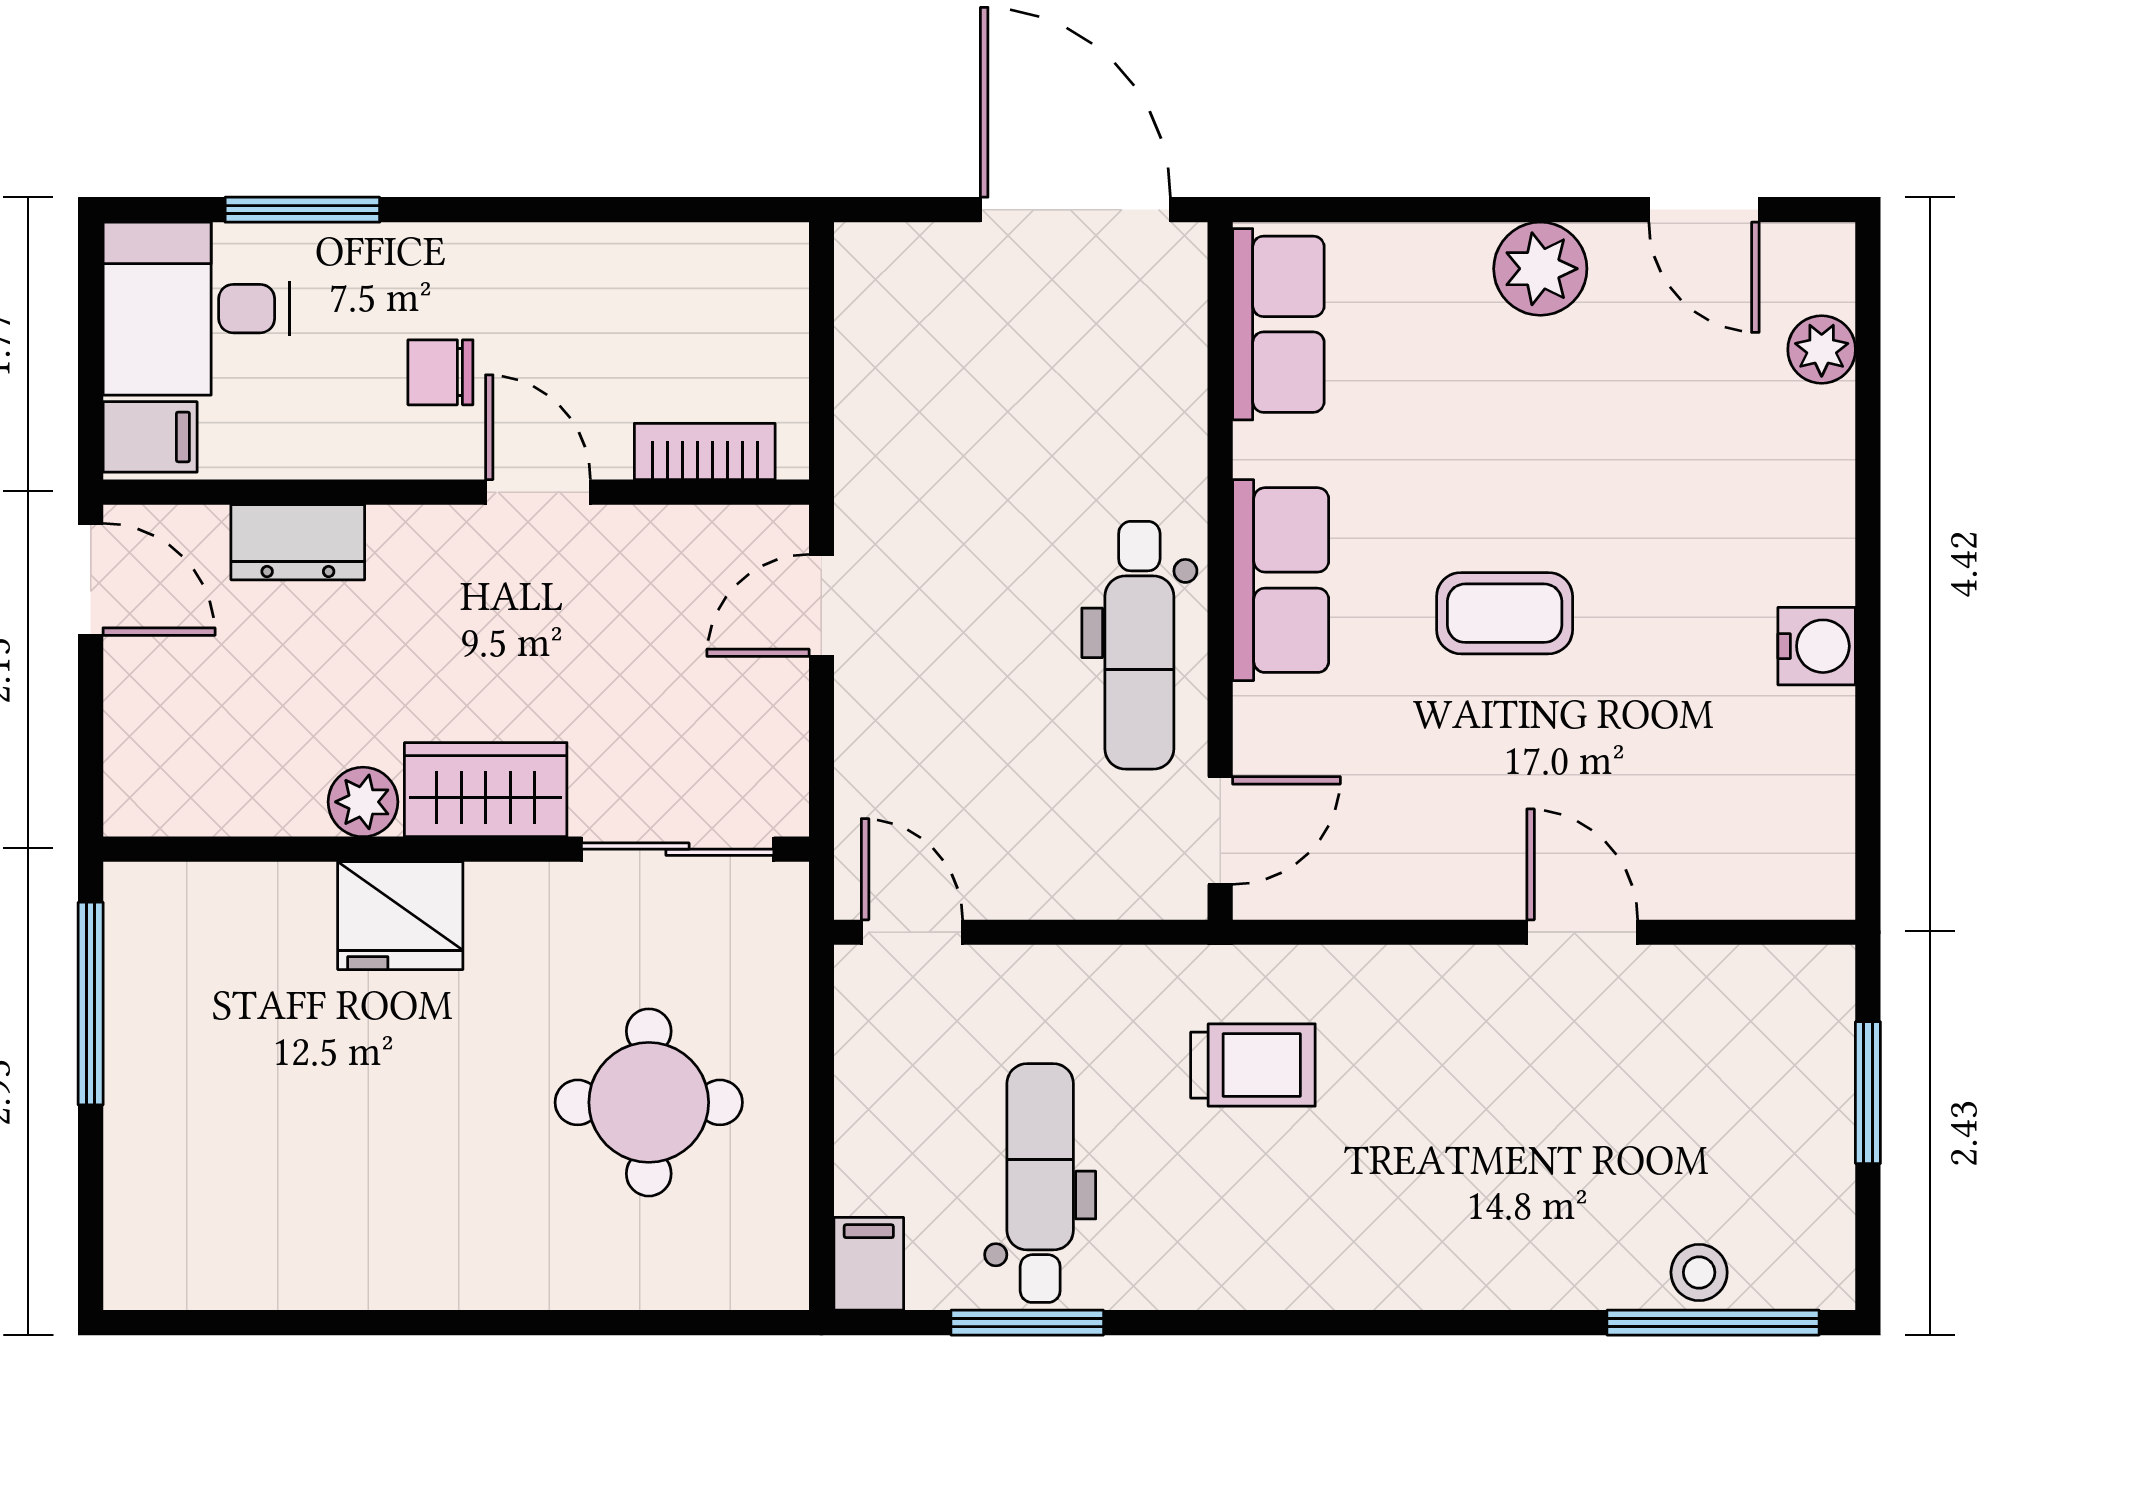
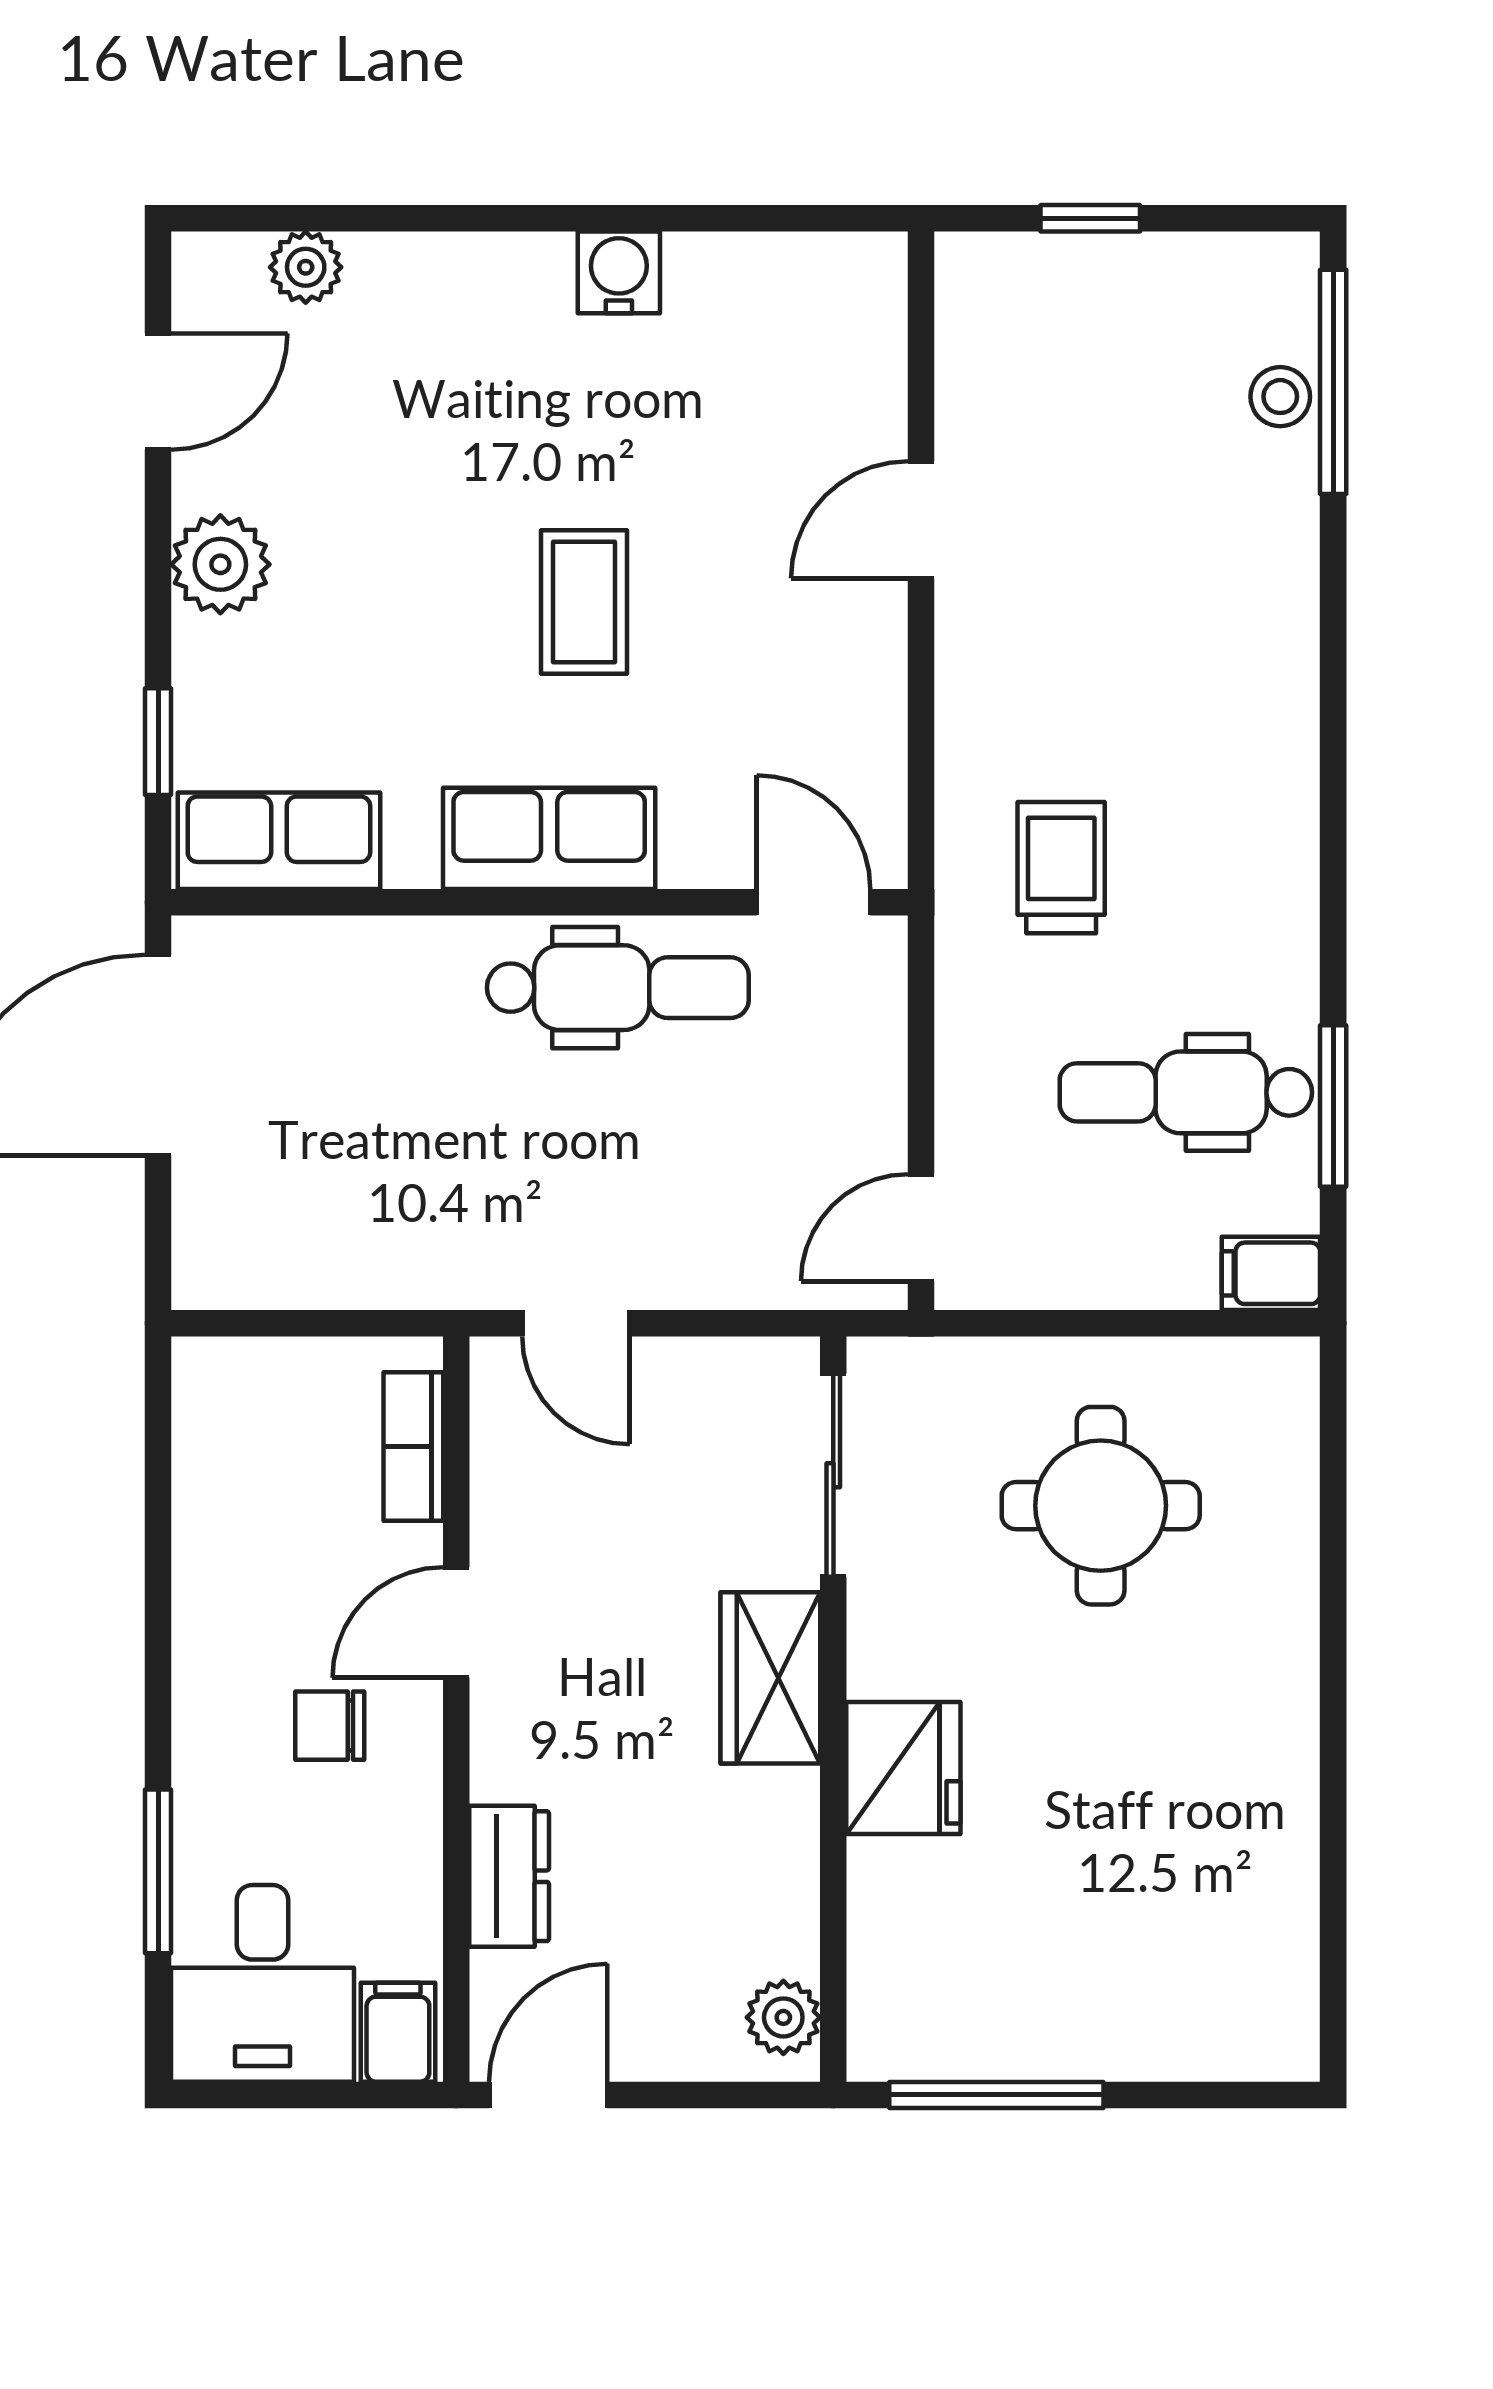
window: (1372, 210) -> (158, 742), added
chair: (440, 372) -> (330, 1726), turned 90
plant: (363, 802) -> (783, 2017), moved
window: (1868, 1093) -> (1090, 218), width x0.67

